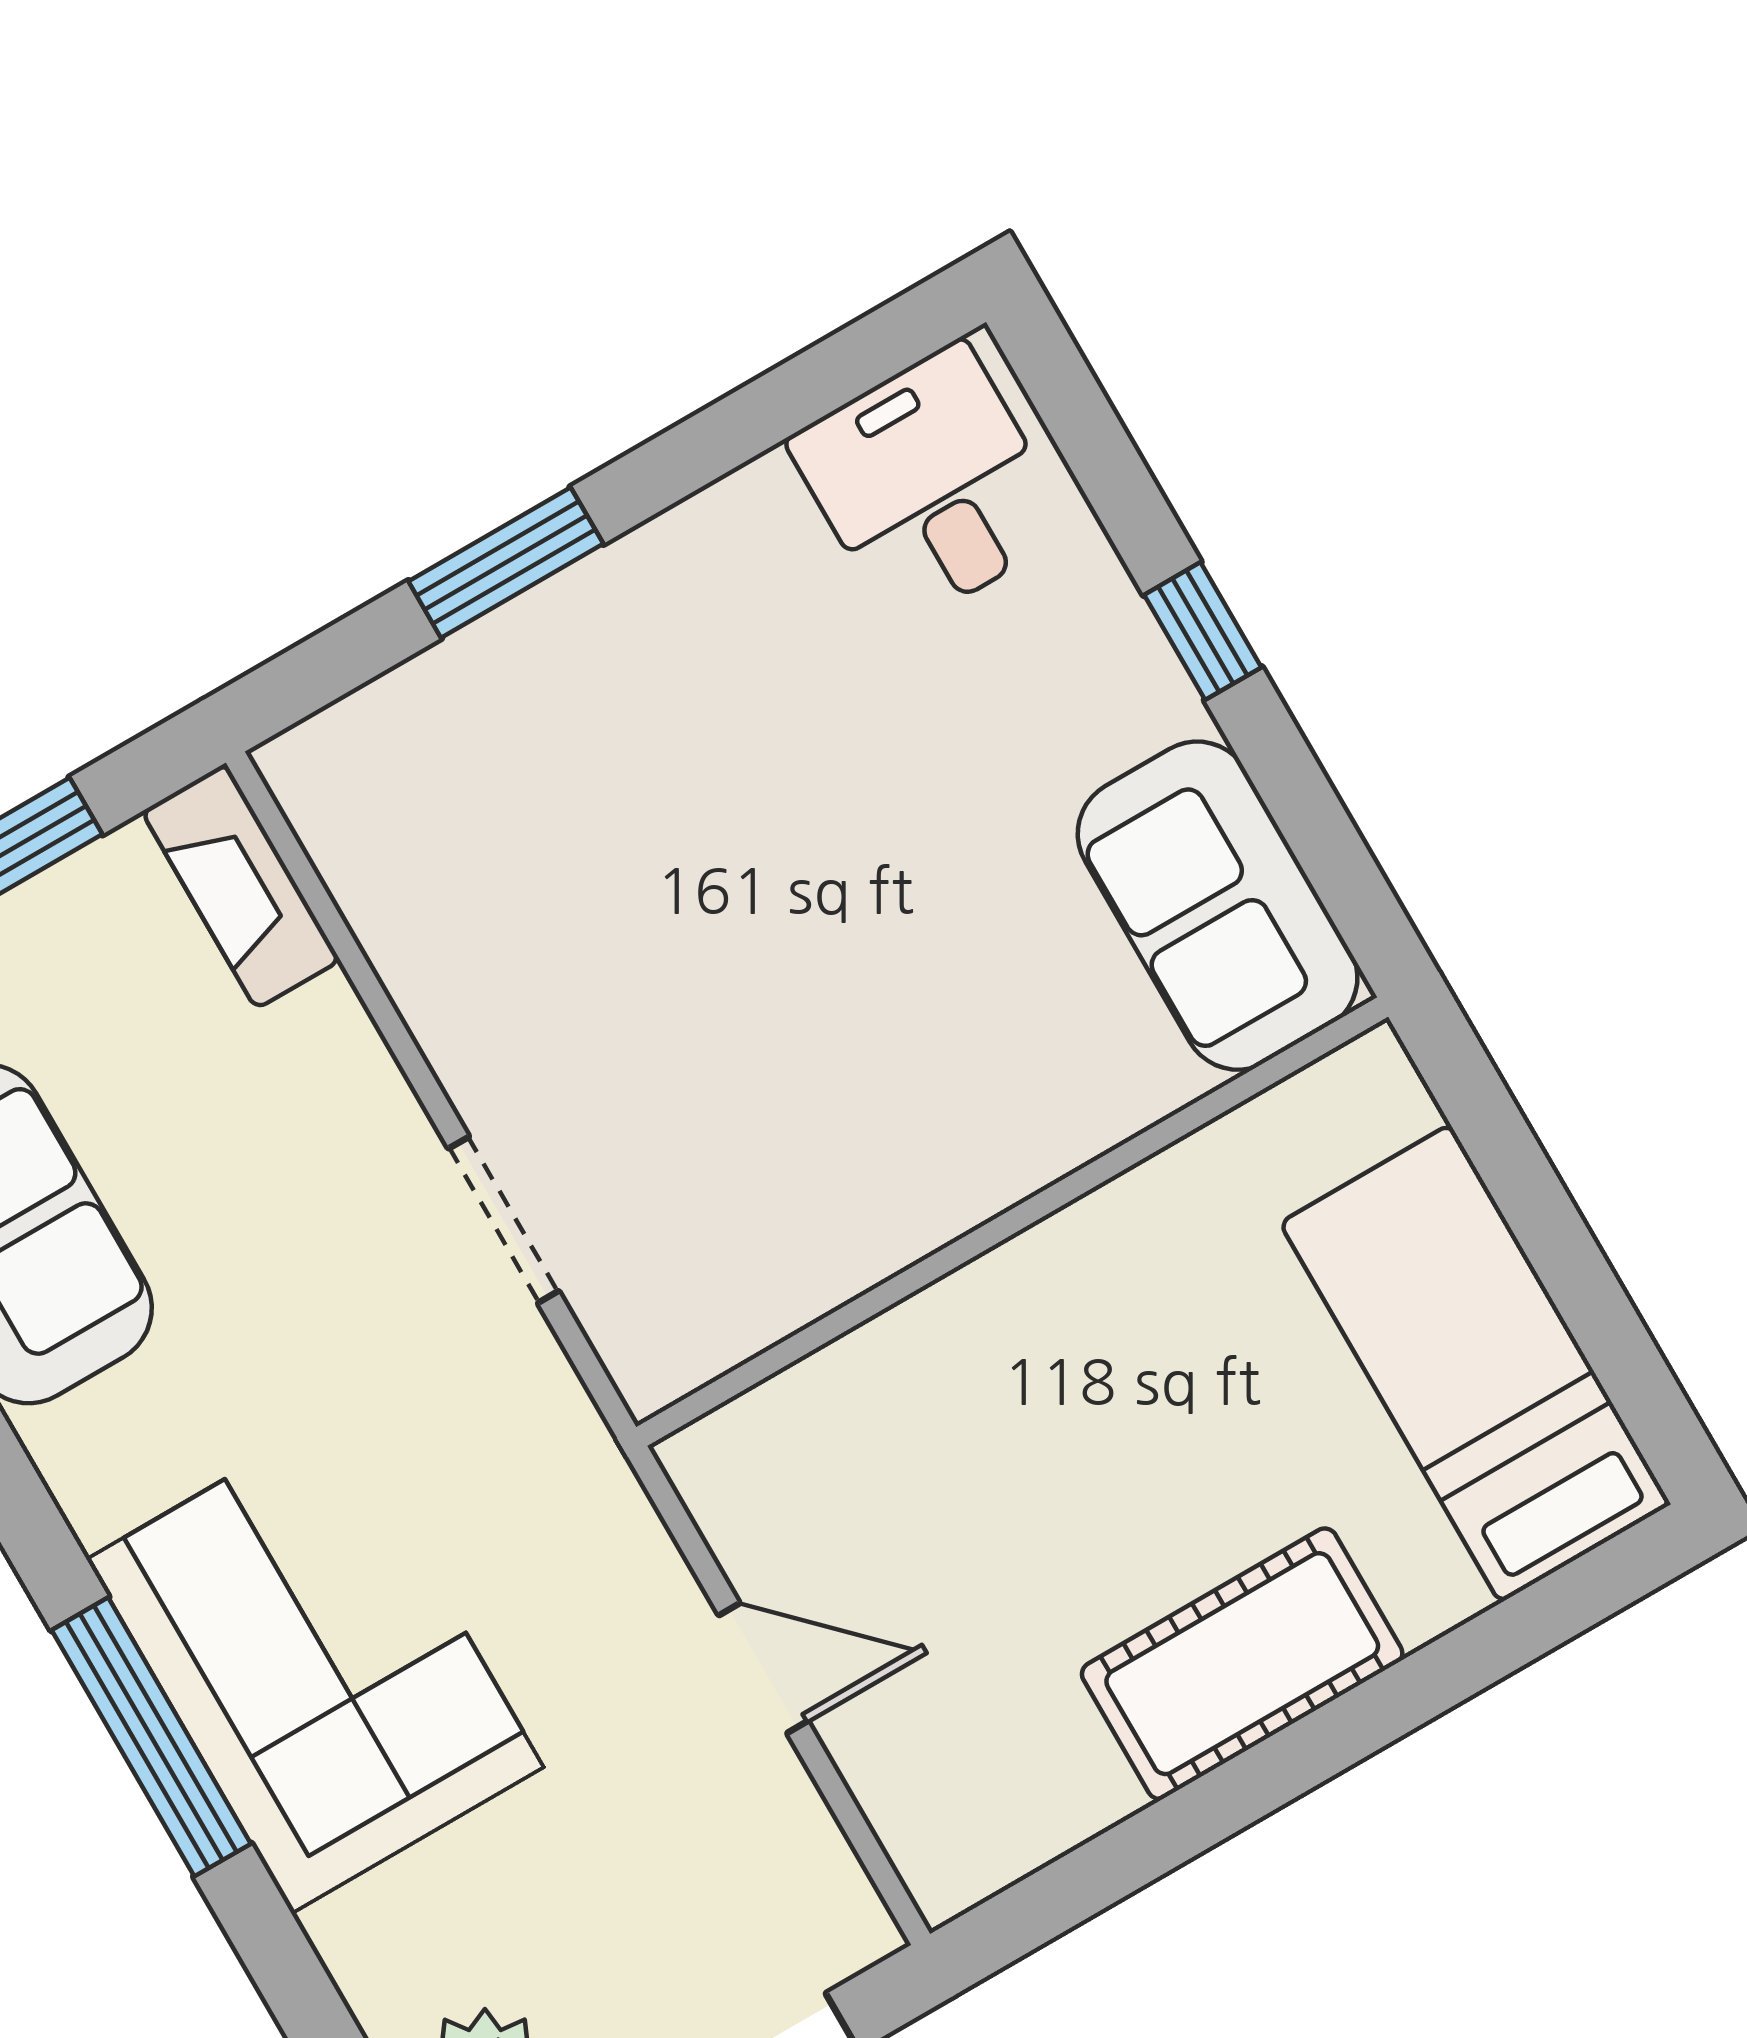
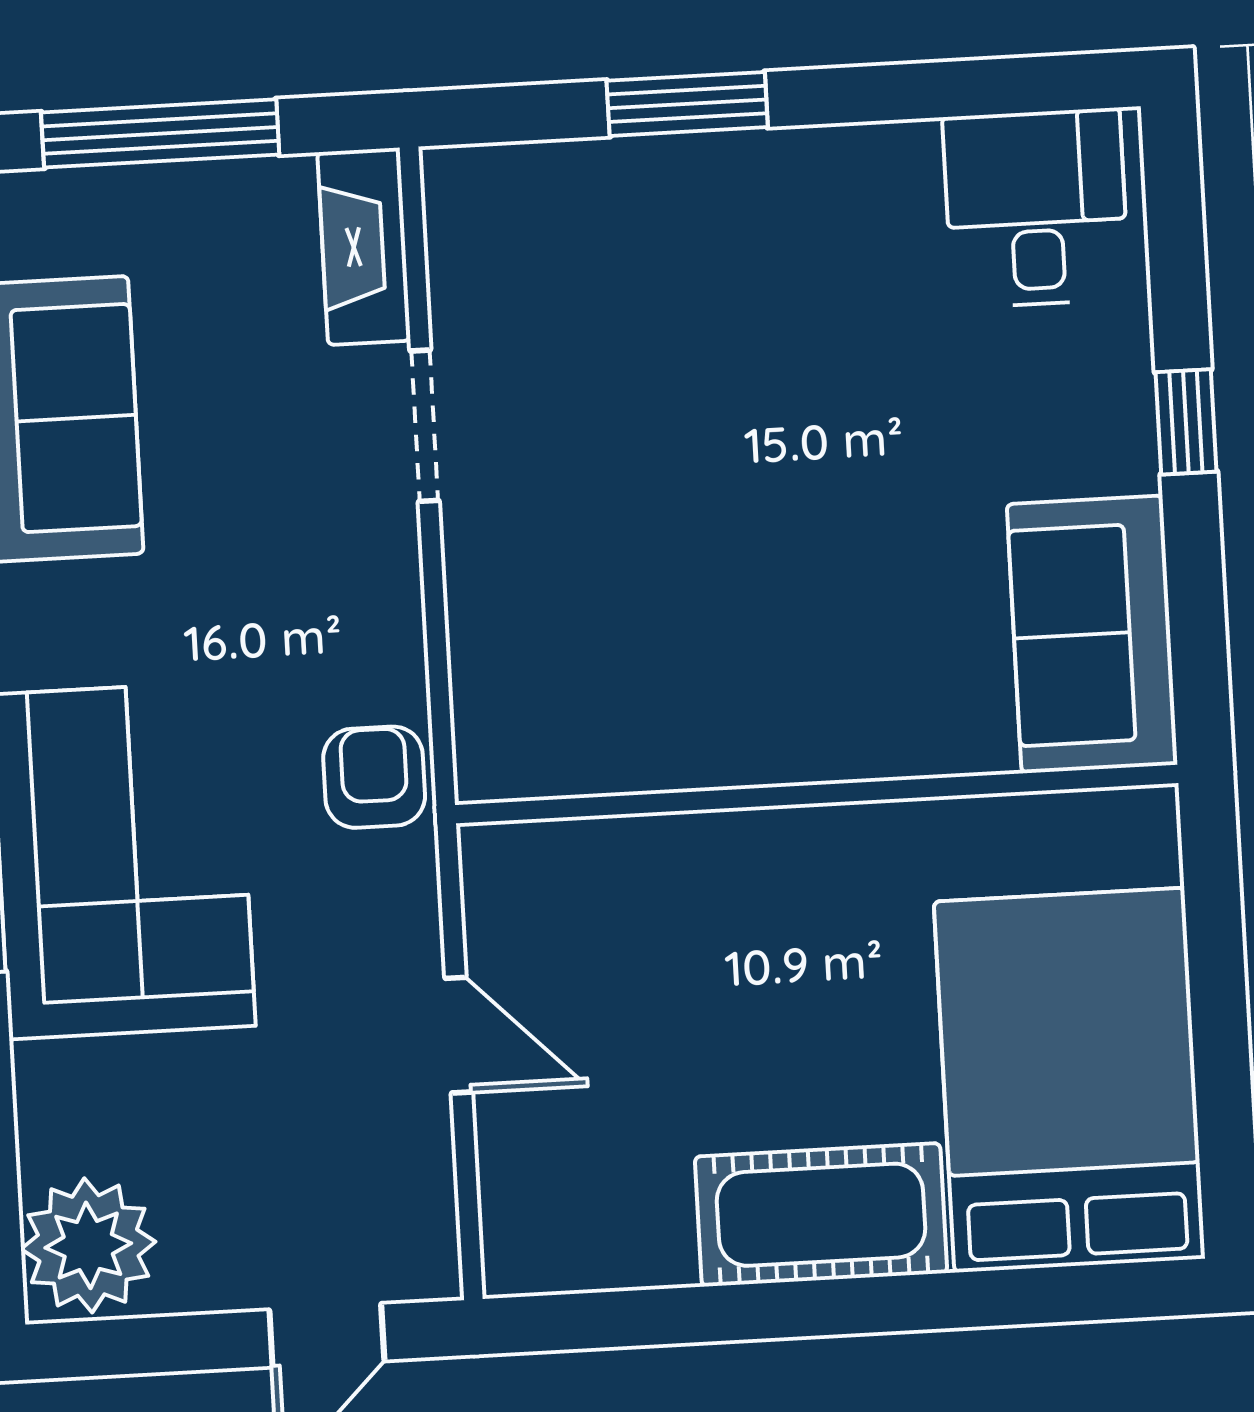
doorway: (503, 1220) -> (425, 426), moved
bed: (1475, 1363) -> (1070, 1080), width x1.50
armchair: (536, 1441) -> (374, 777), added

